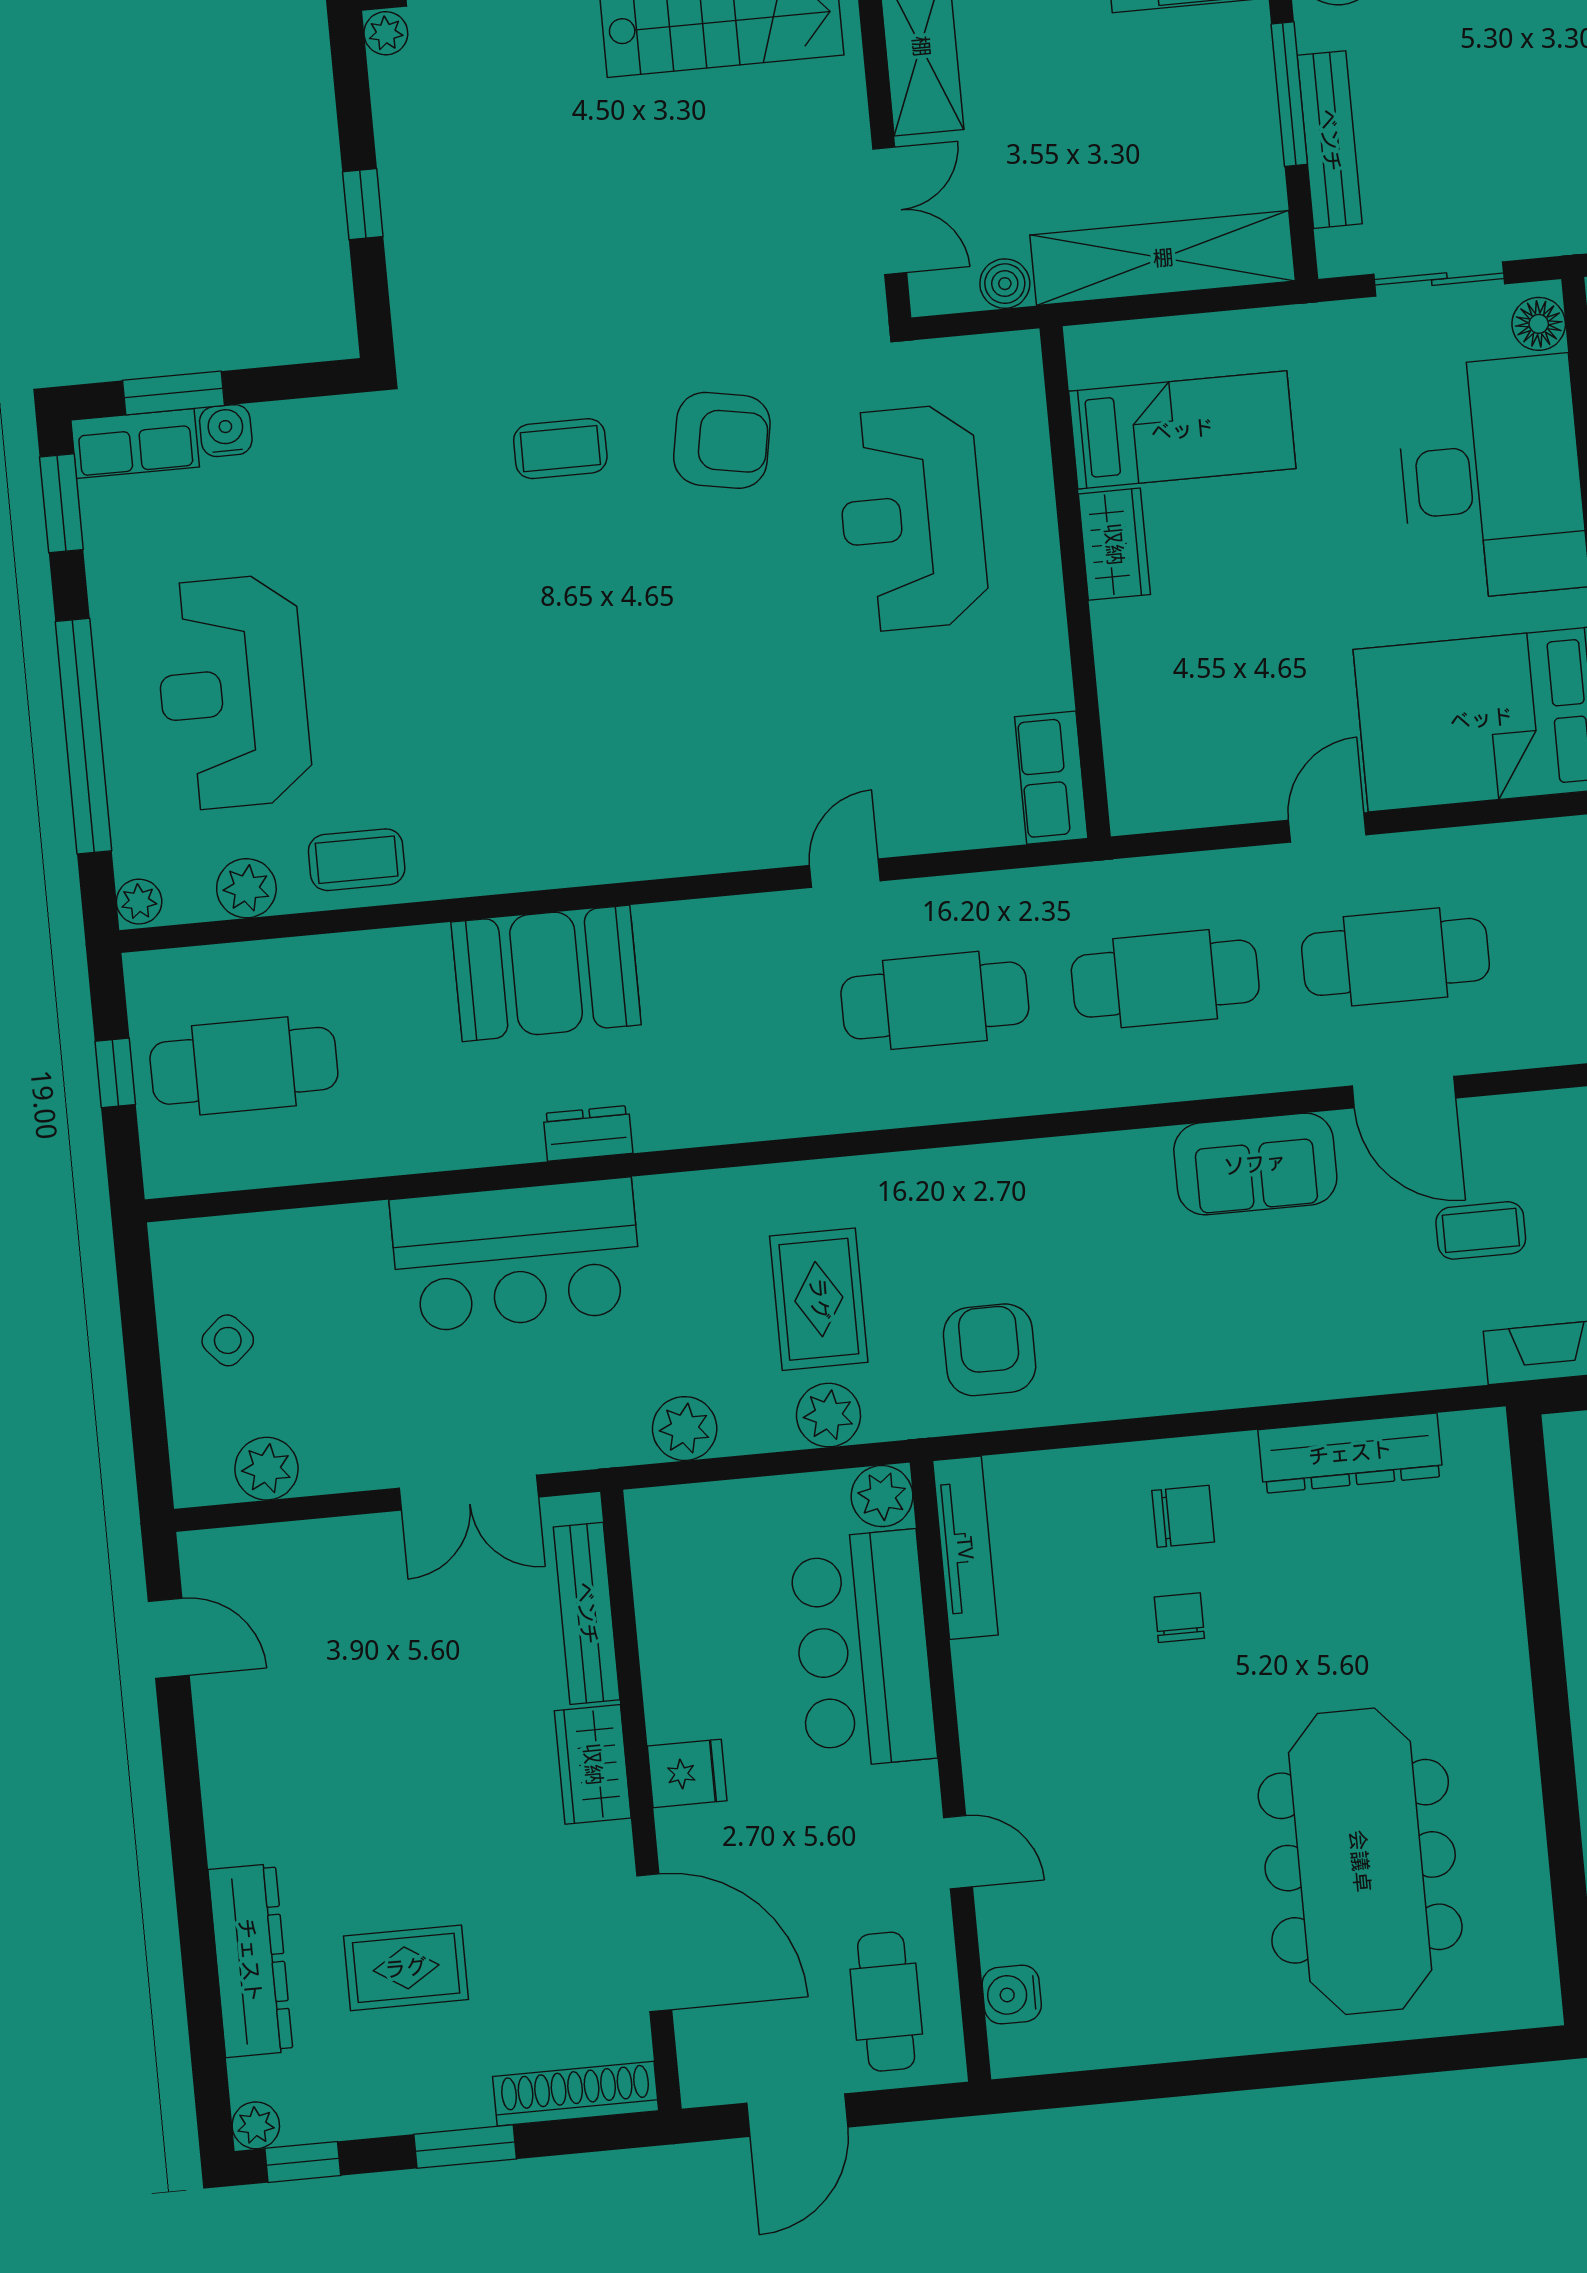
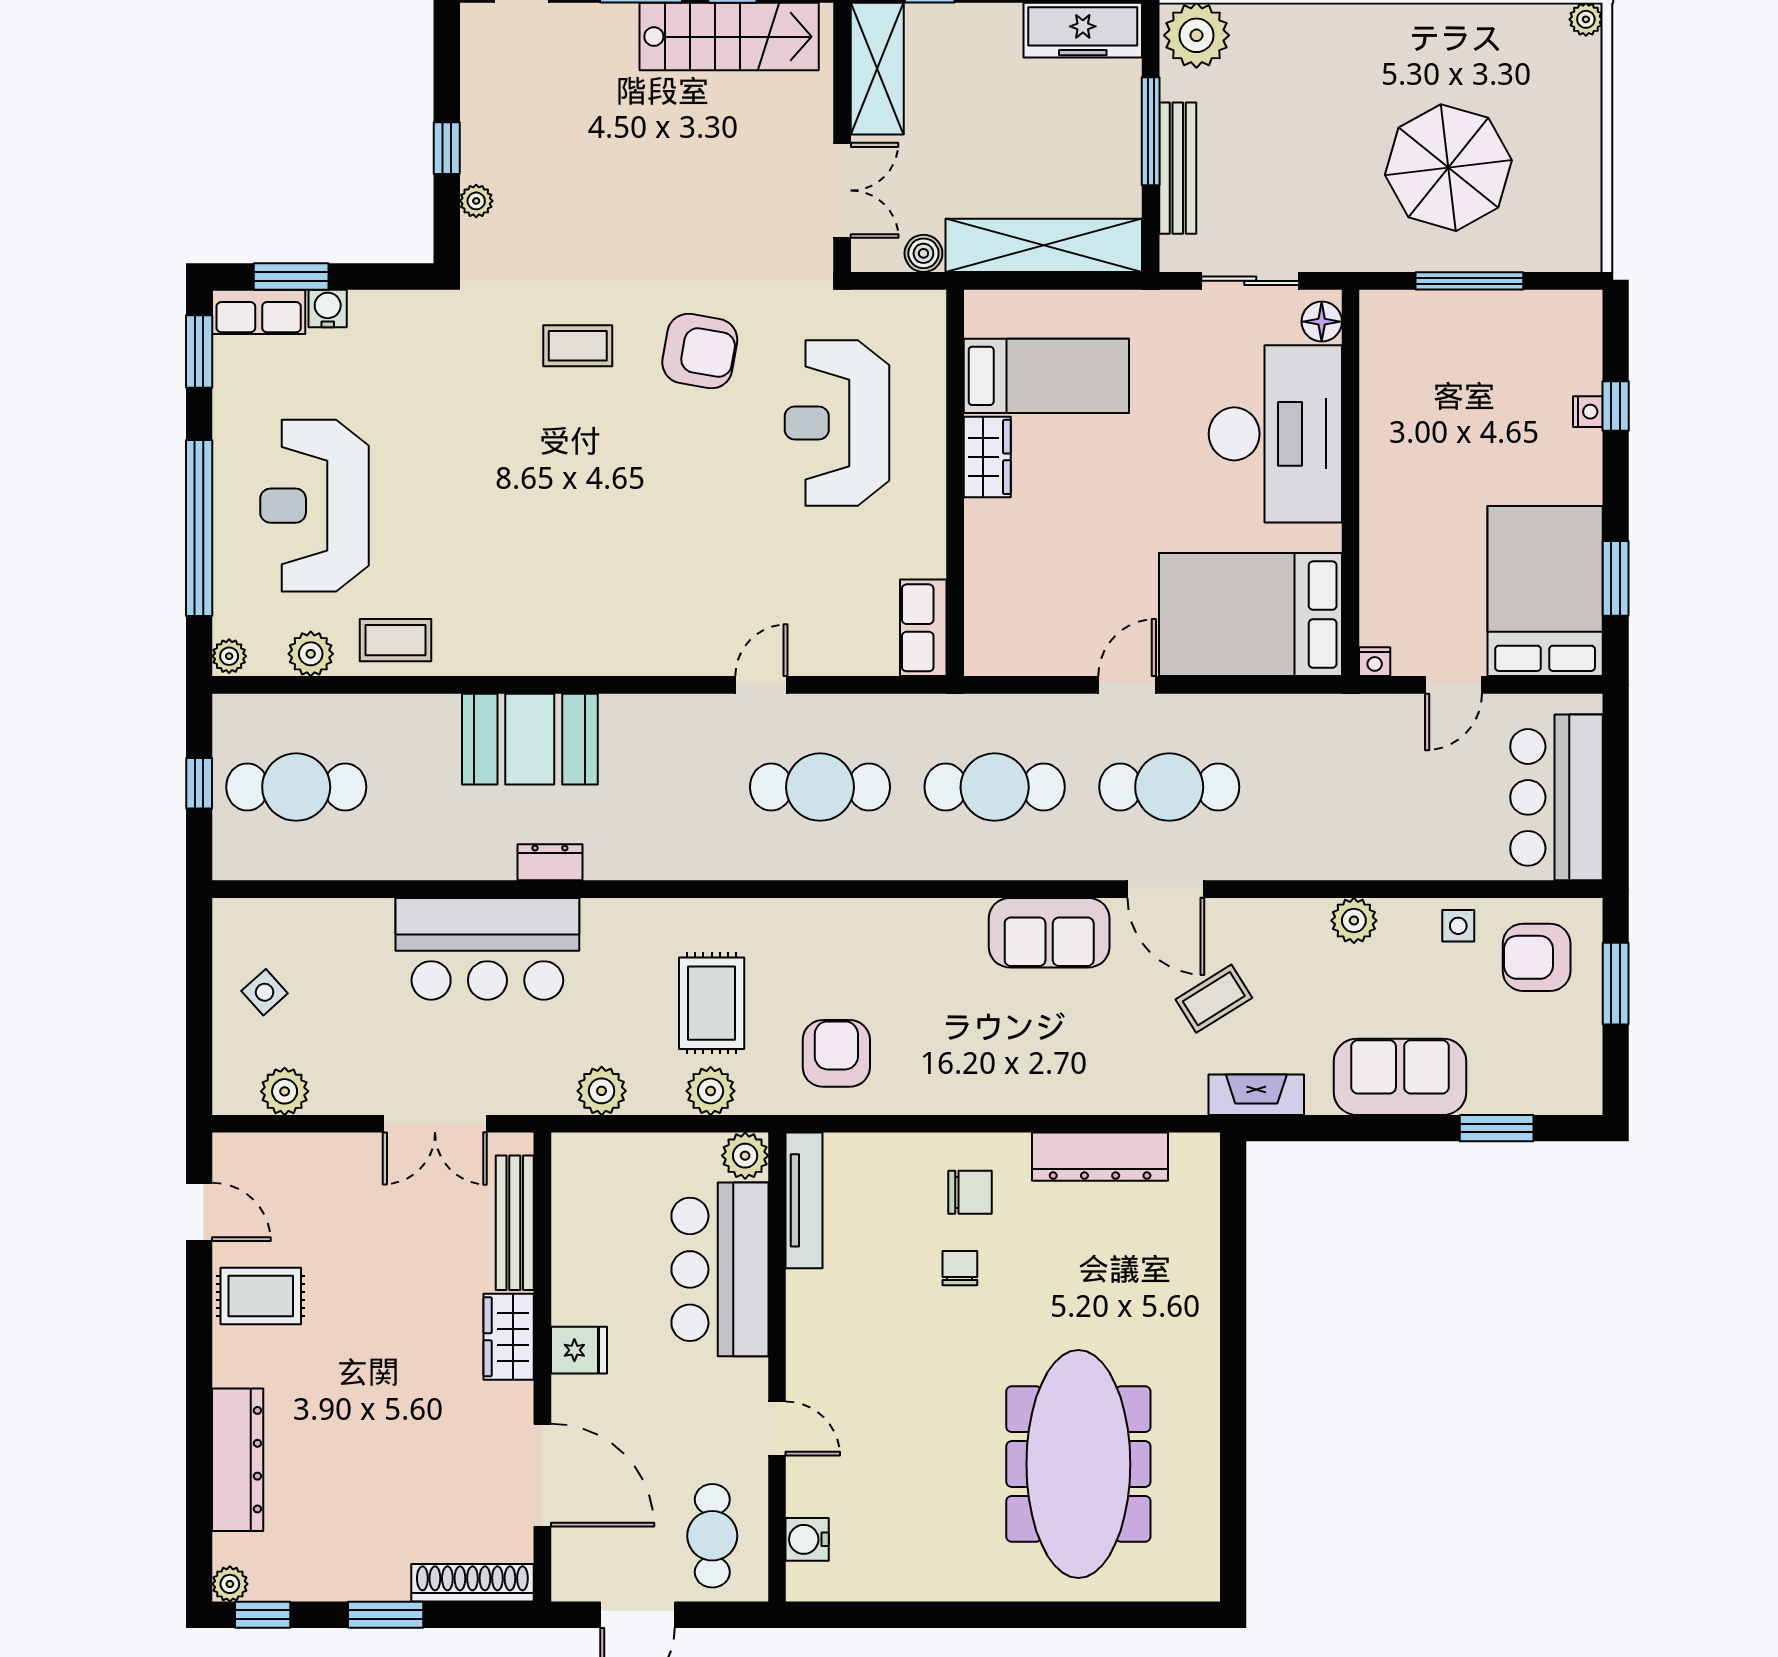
plant: (386, 33) -> (476, 201), moved
coffee table: (1481, 1230) -> (1214, 999), turned -32
rug: (406, 1968) -> (261, 1296), moved

